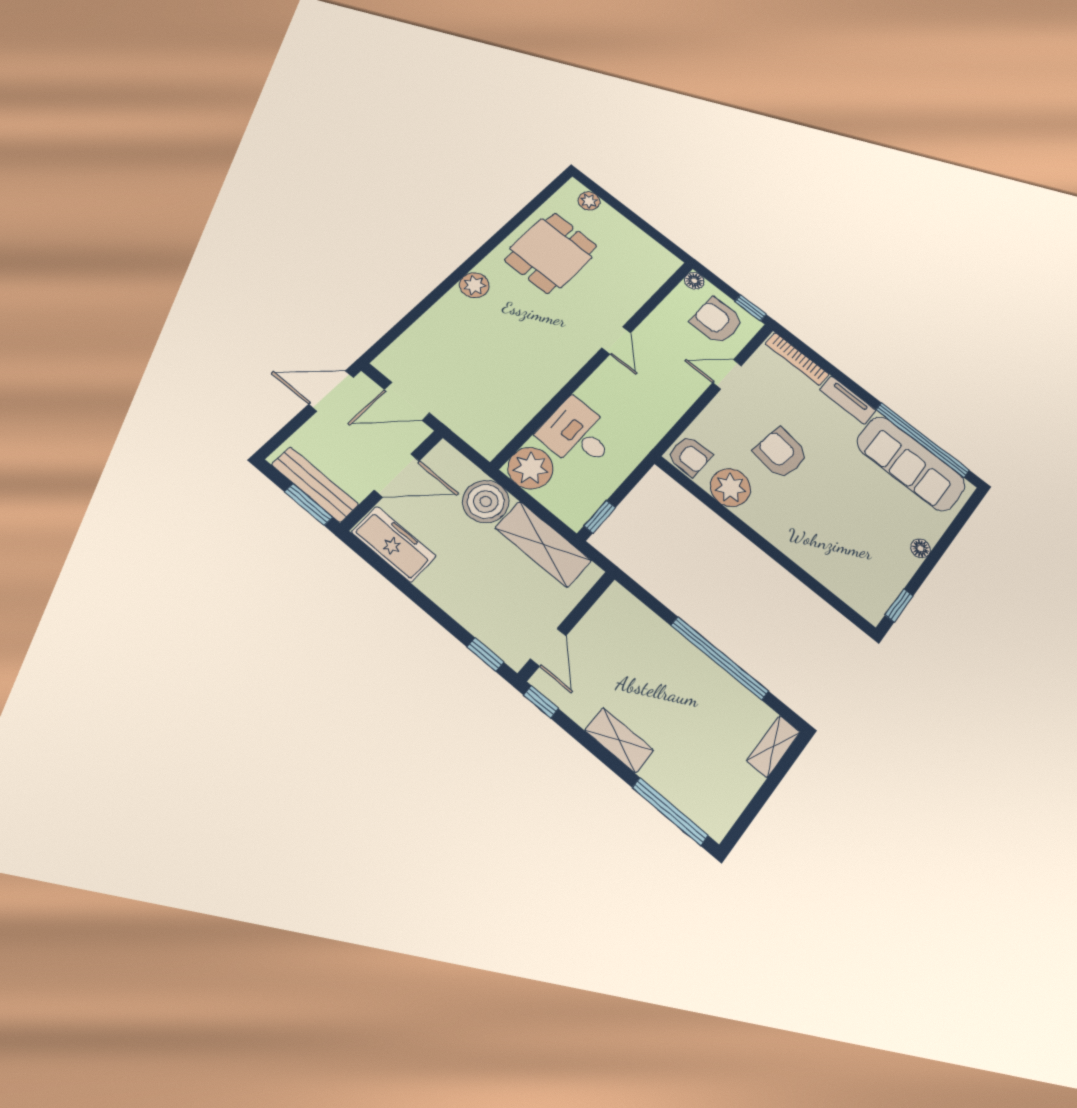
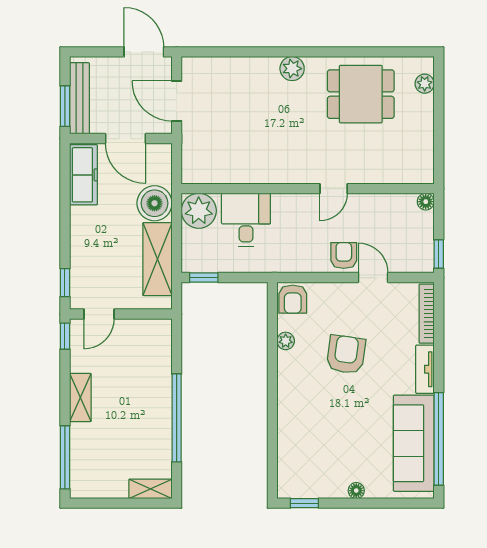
armchair: (717, 321) -> (344, 255), moved, width x0.72, depth x0.72
plant: (730, 487) -> (286, 341), width x0.53, depth x0.53

